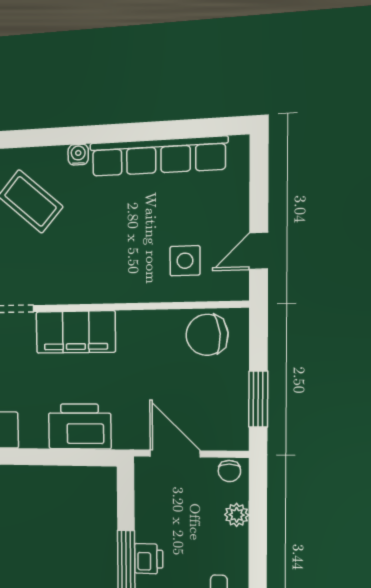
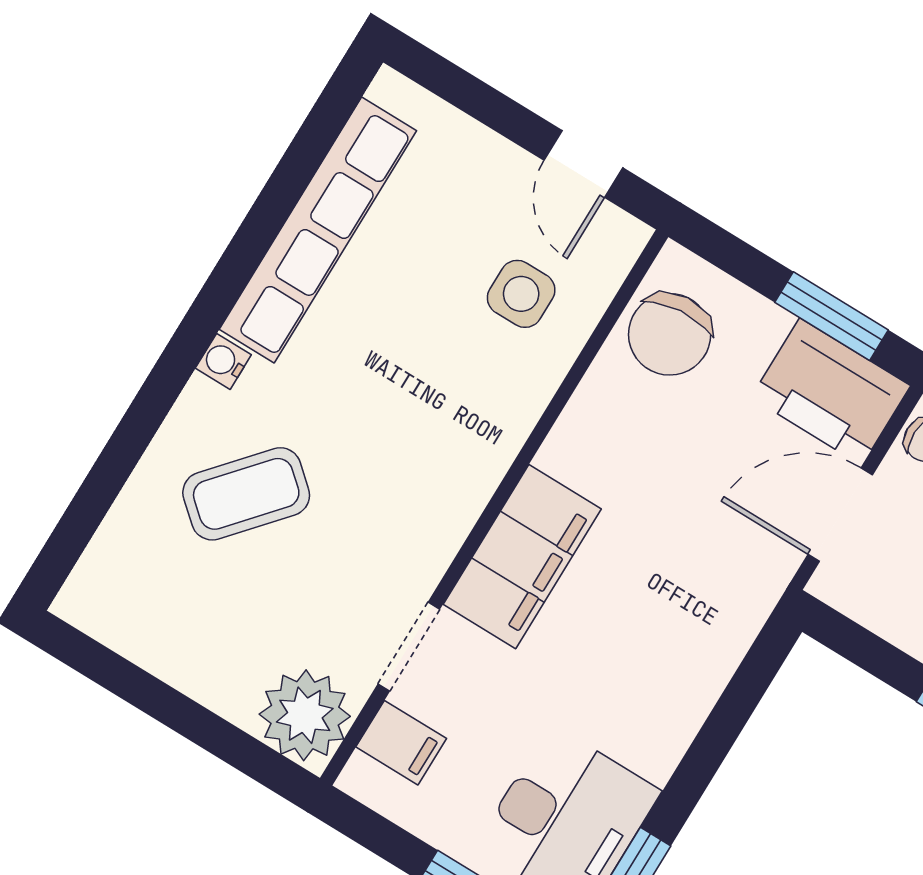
printer: (80, 426) -> (831, 392), moved, turned -90

